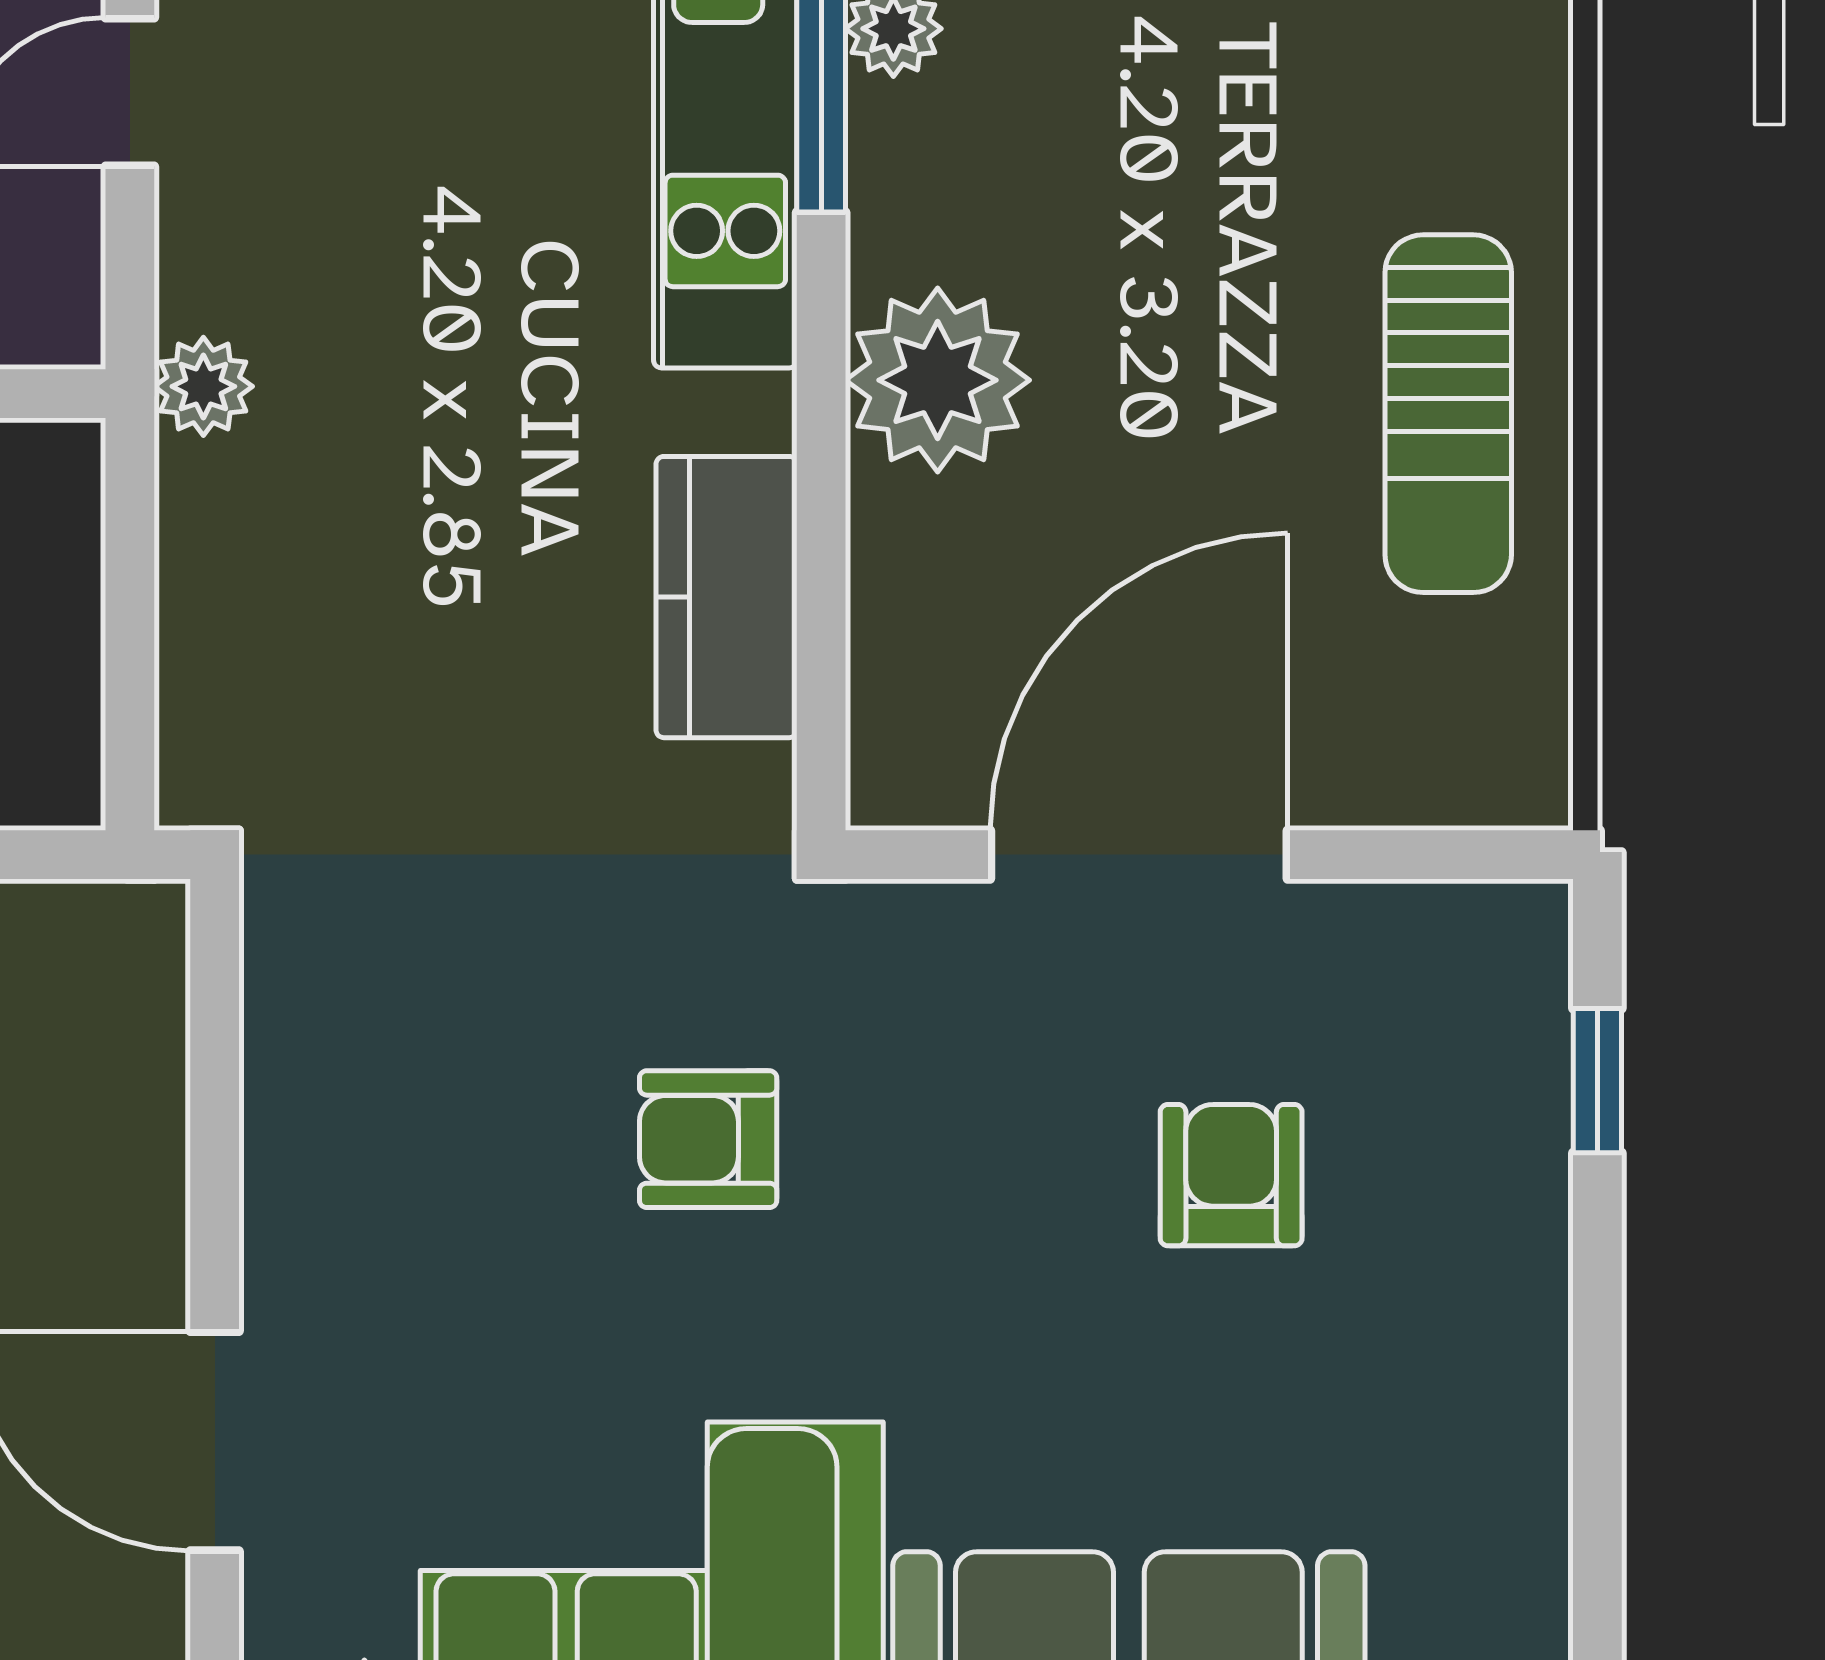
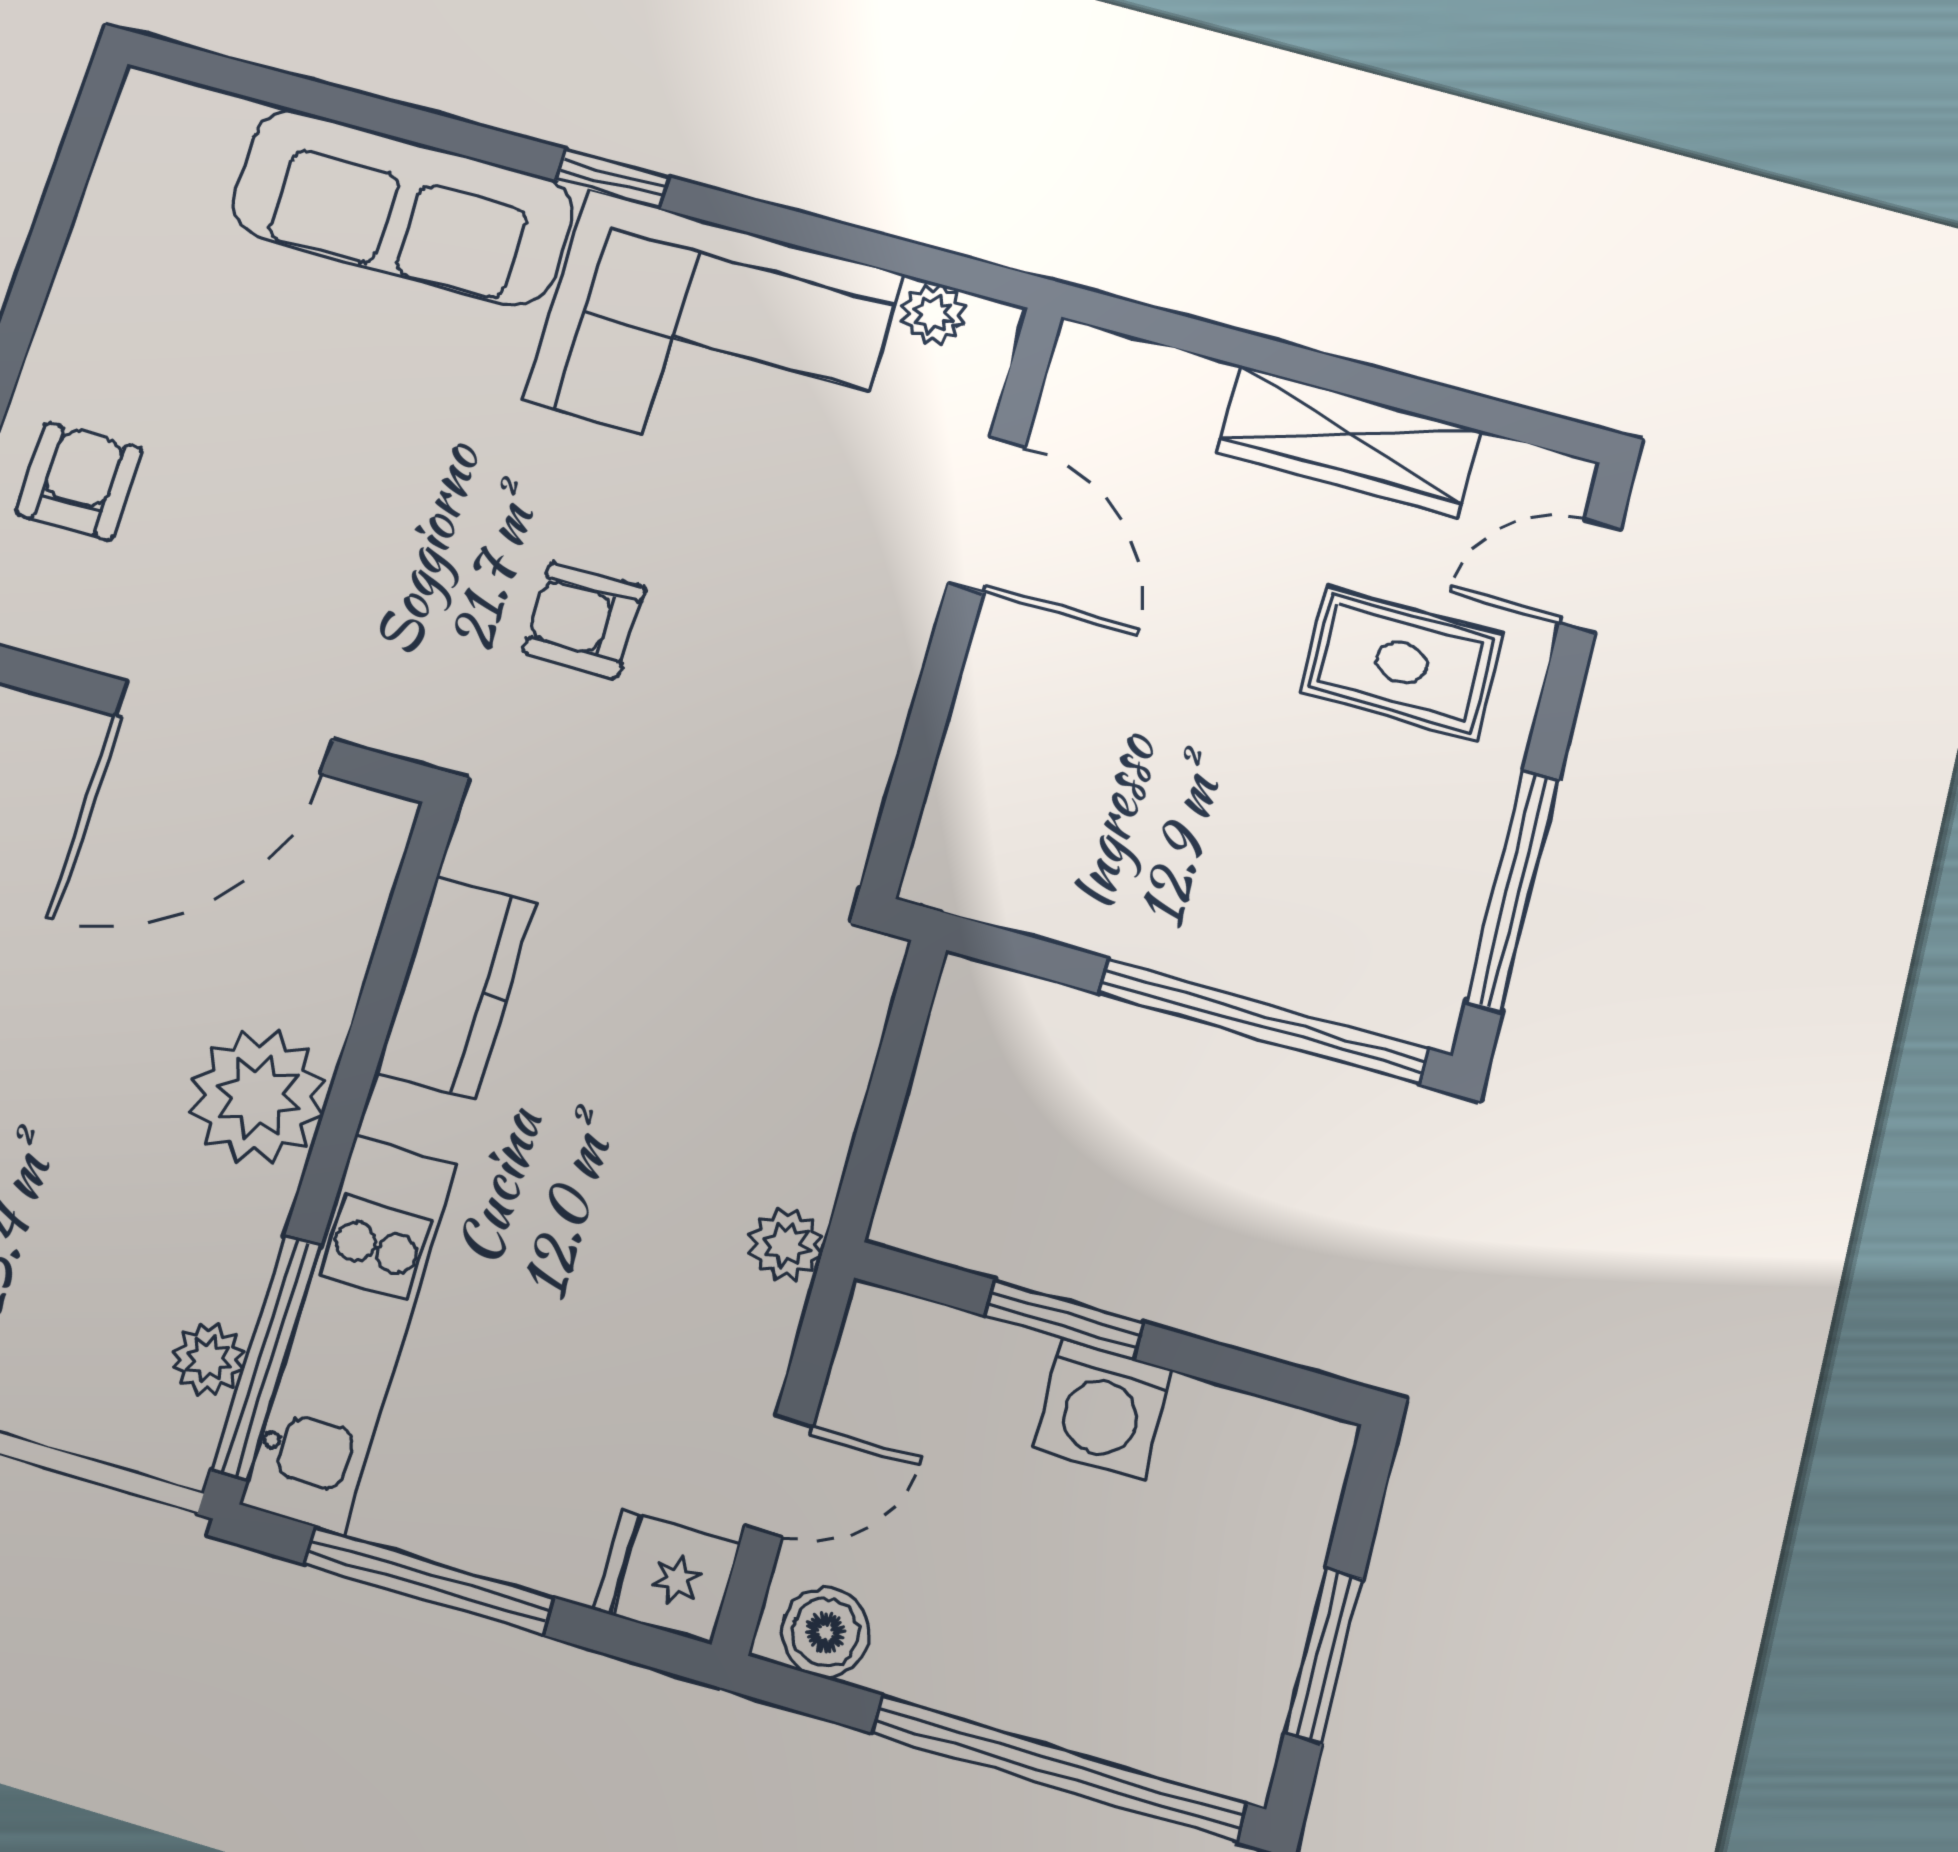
armchair: (708, 1139) -> (584, 620), turned 180
armchair: (1231, 1175) -> (79, 481), moved, turned 180

